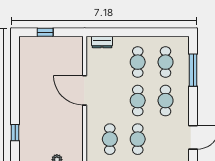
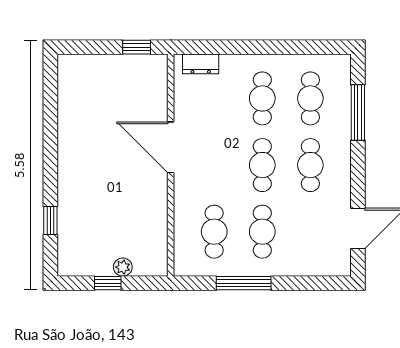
window: (45, 32) -> (137, 47), moved

